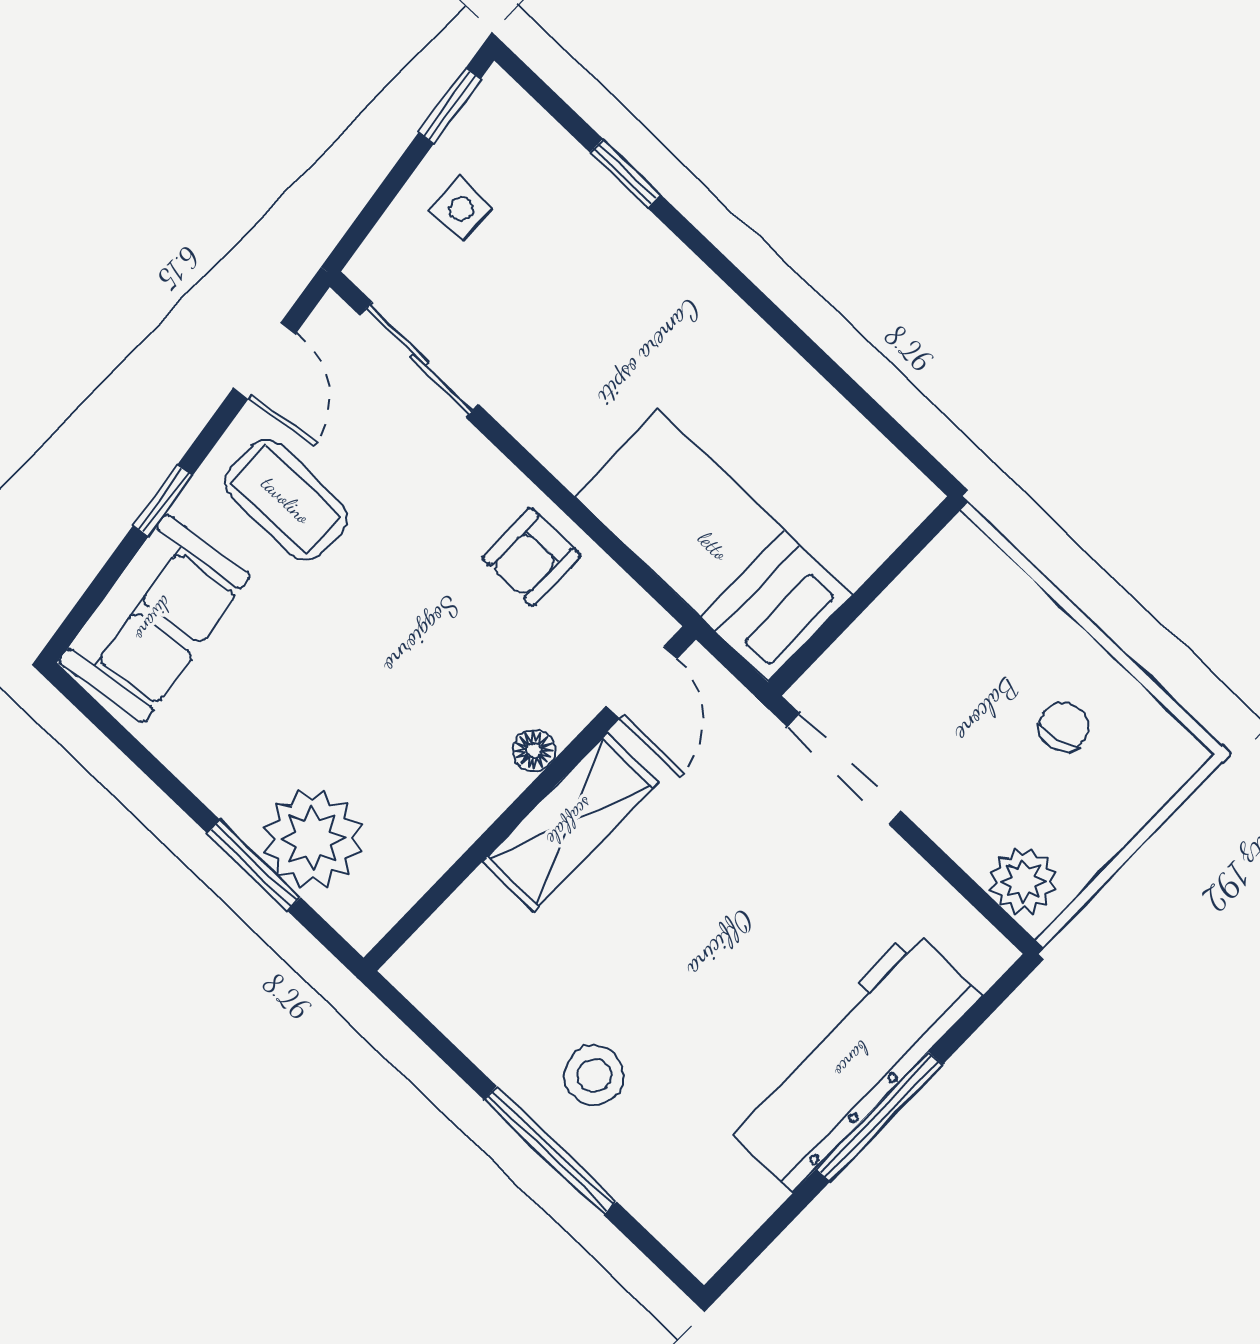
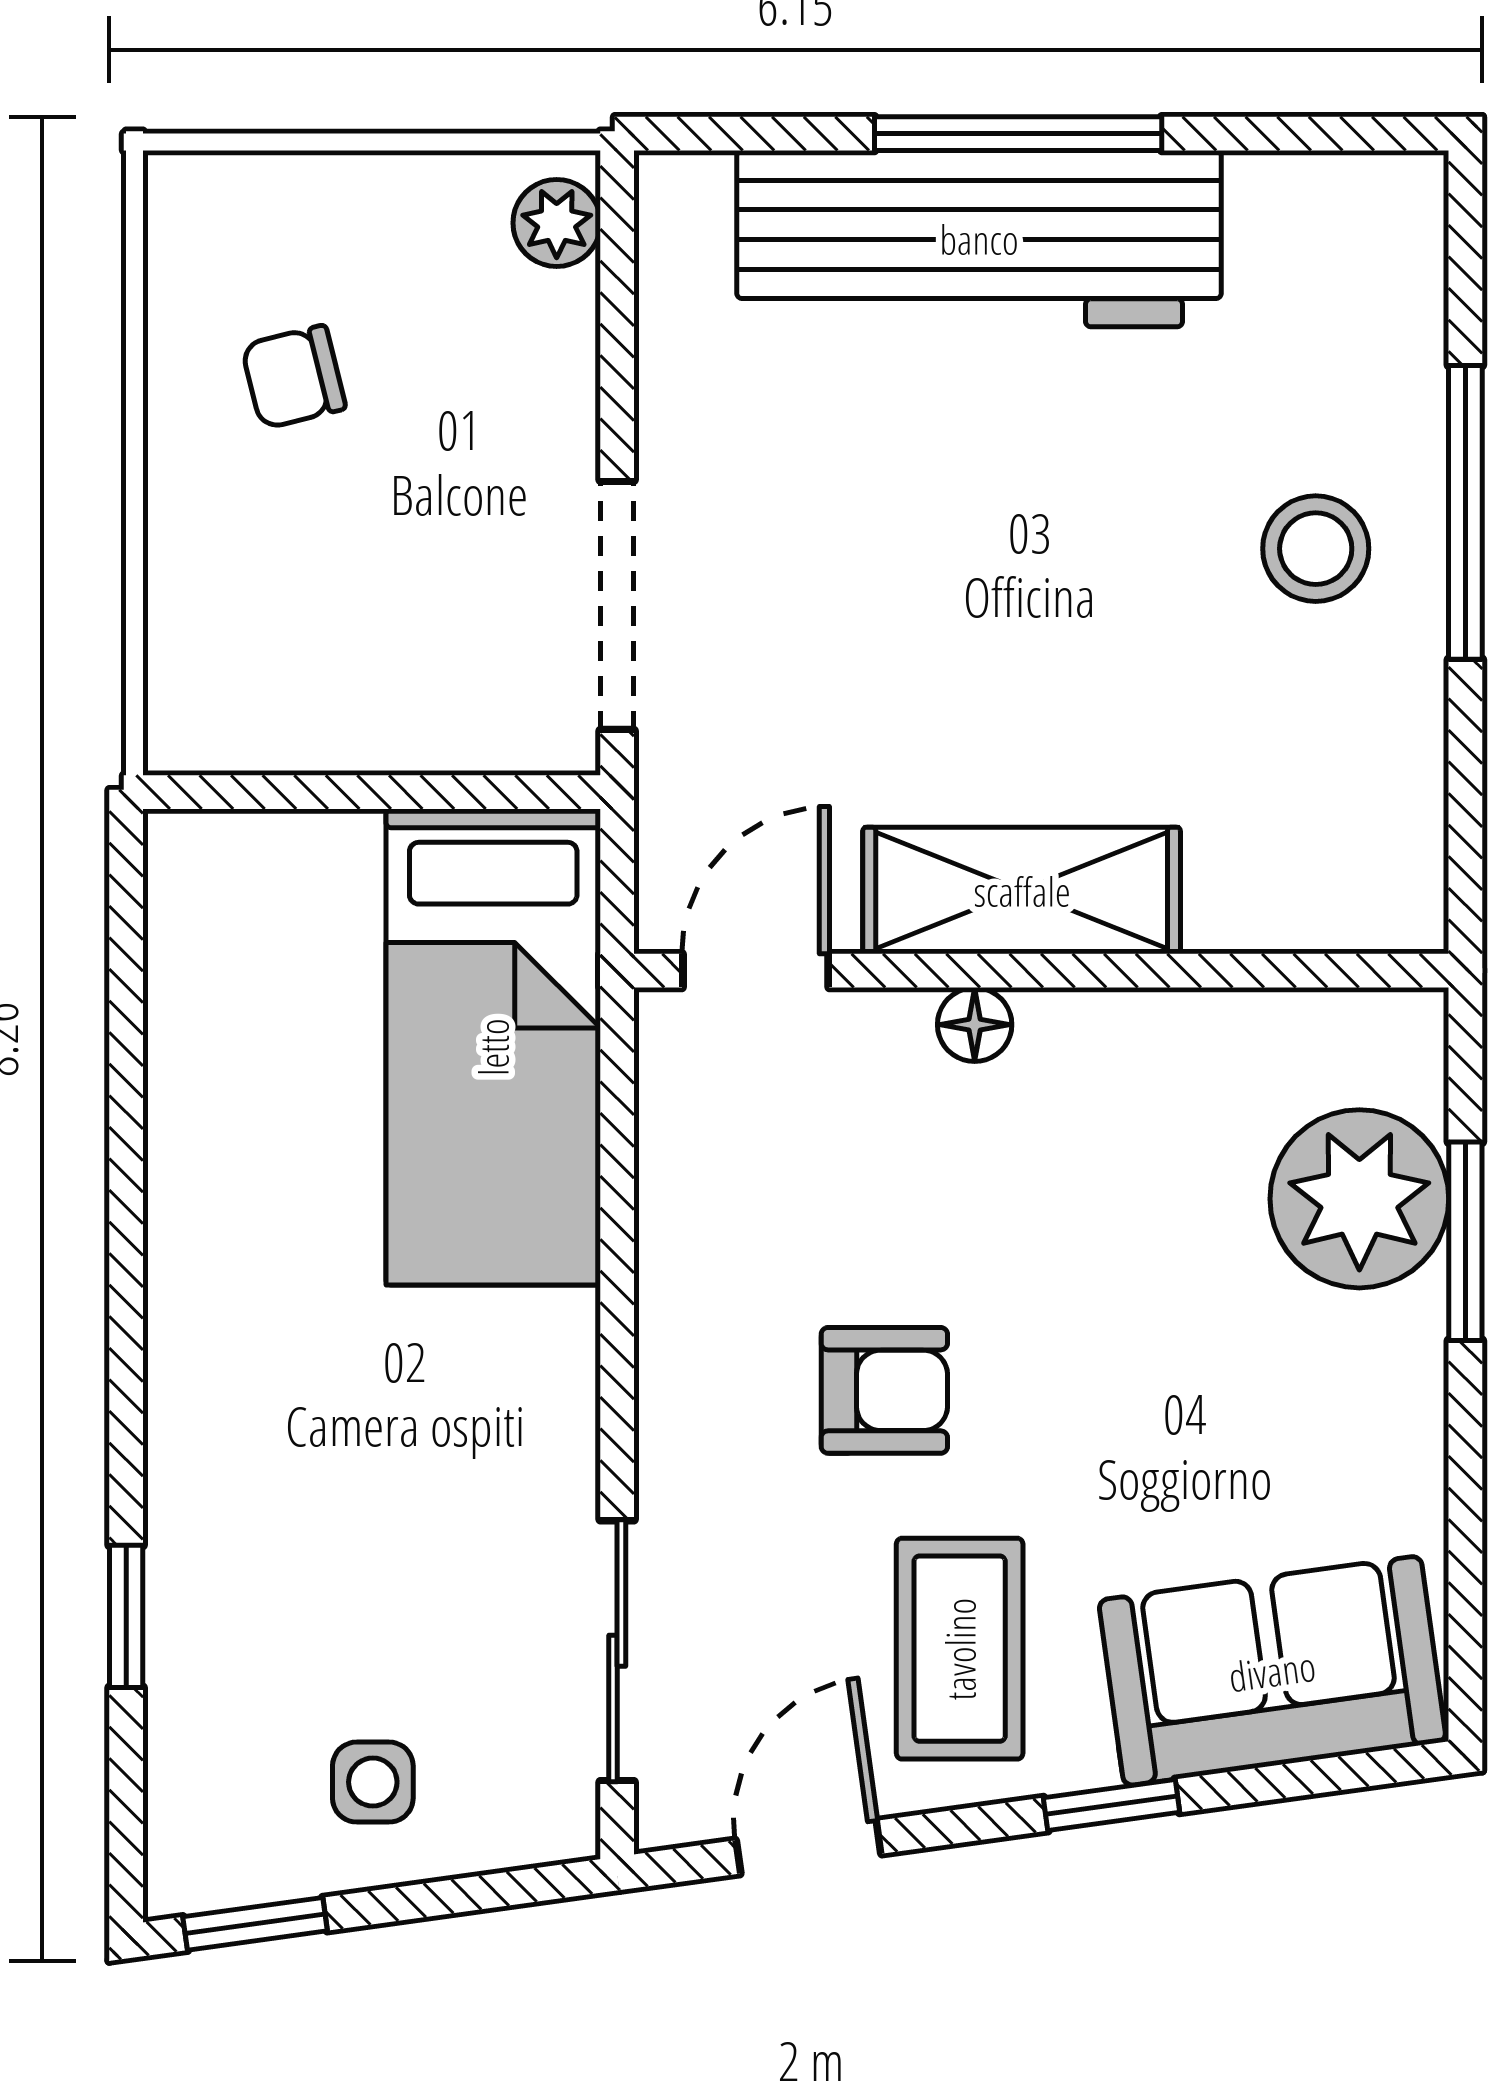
armchair: (531, 557) -> (884, 1390), moved
plant: (1023, 881) -> (557, 223), width x0.73, depth x0.73

